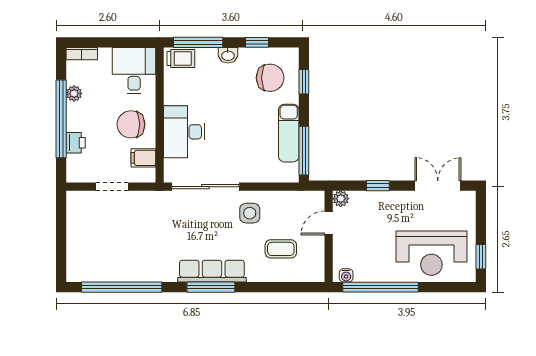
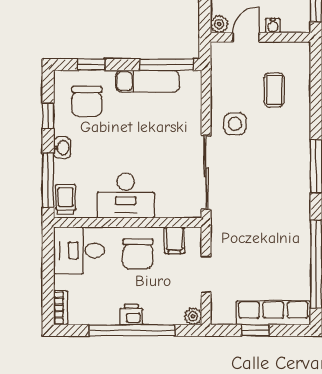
chair: (270, 78) -> (87, 101), turned 180
plant: (74, 93) -> (193, 316), moved
desk: (184, 132) -> (126, 196), moved
printer: (76, 143) -> (131, 315), moved
door: (329, 223) -> (246, 37), swing flipped
window: (61, 232) -> (256, 330), added
row of seats: (212, 271) -> (273, 313), moved, turned 90
water cooler: (346, 275) -> (273, 26), moved, turned 90

